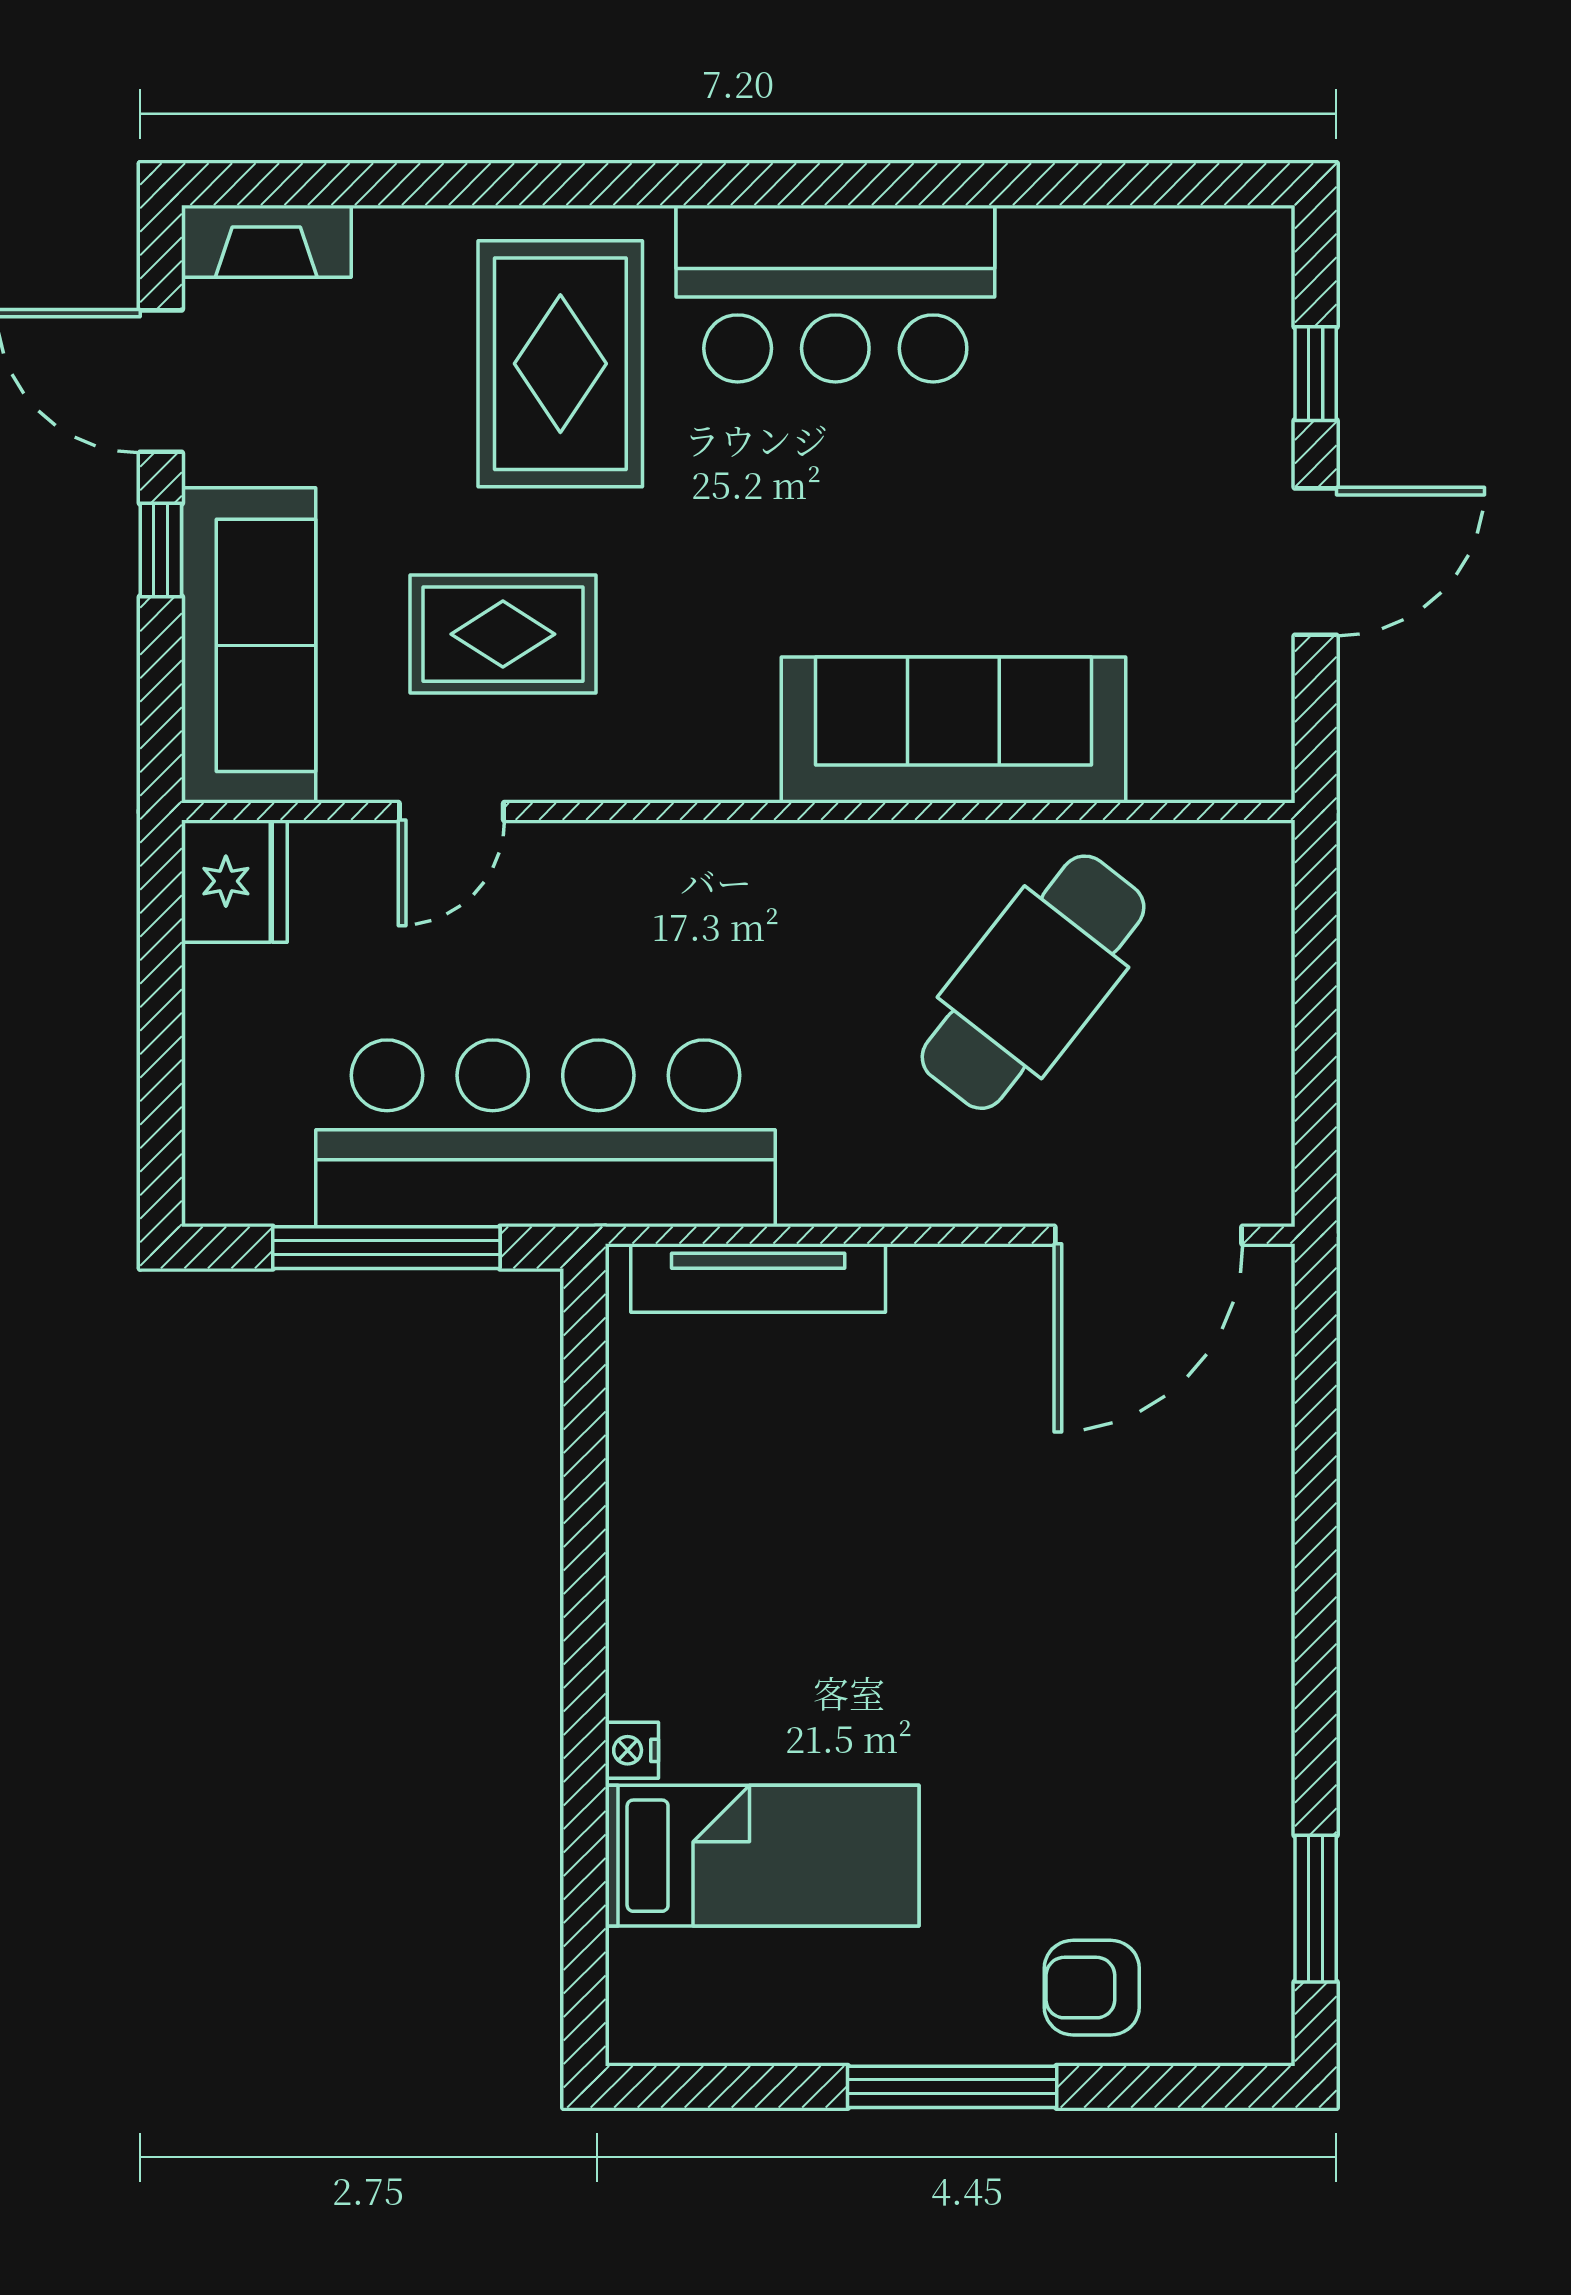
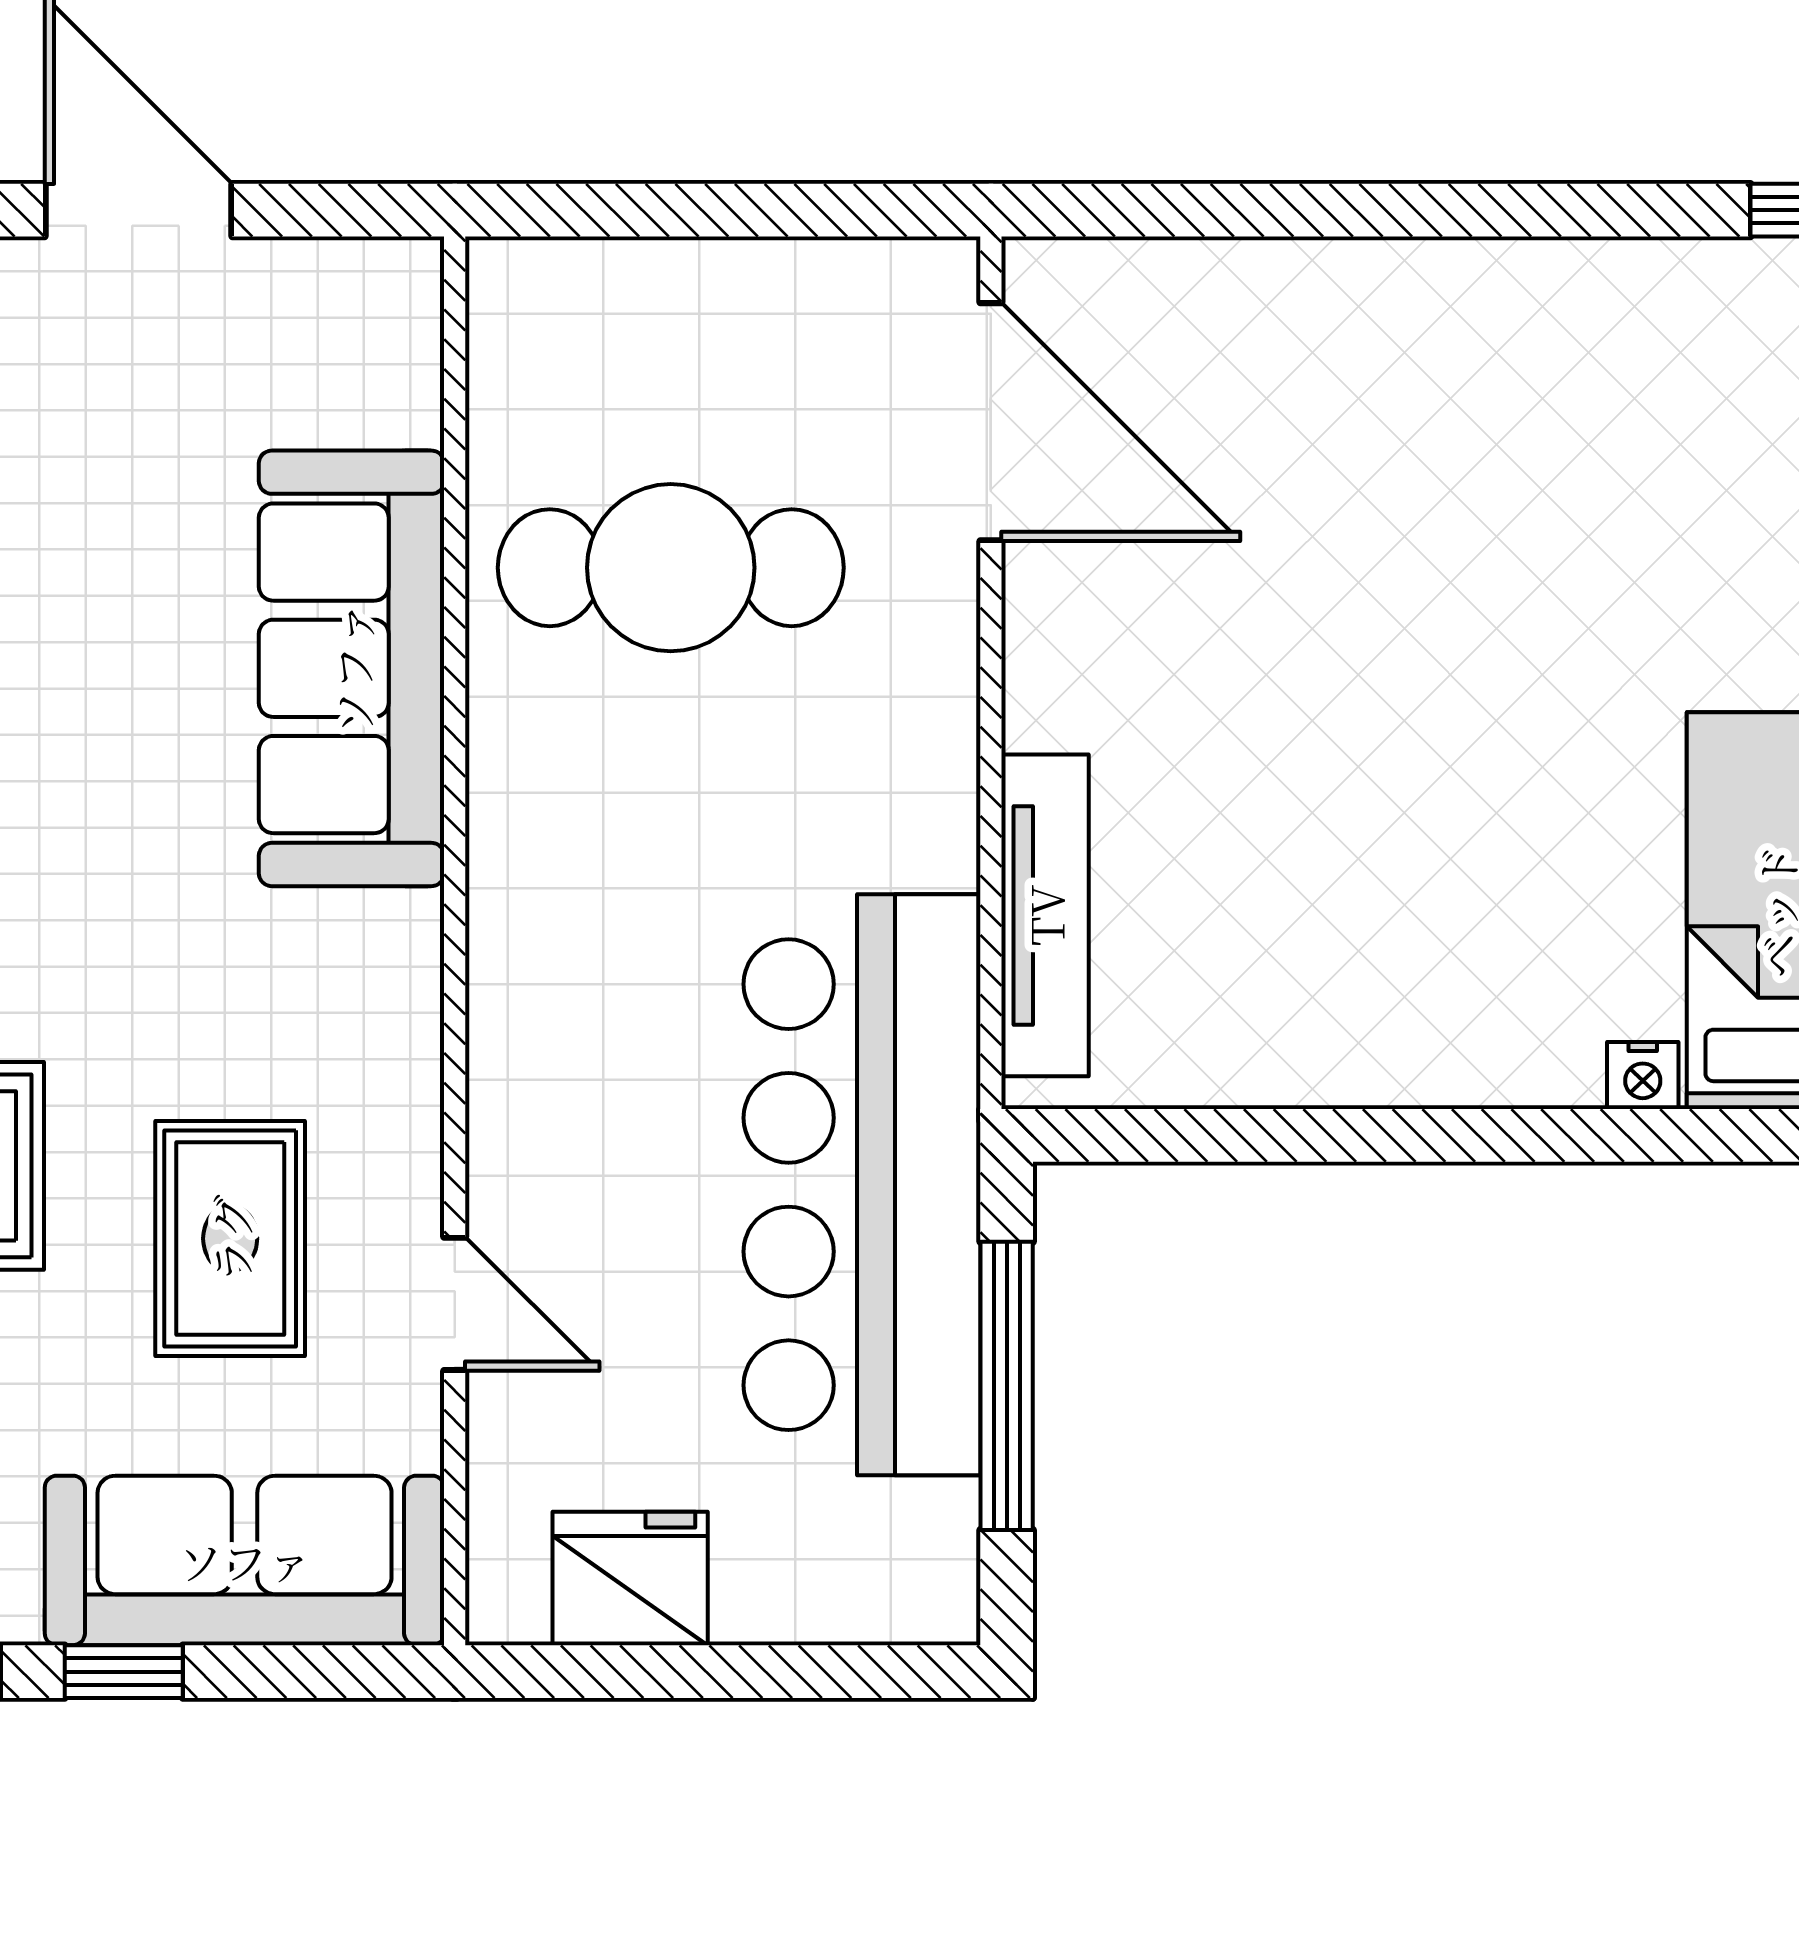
fridge: (234, 881) -> (630, 1578), moved
cafe table: (1033, 982) -> (671, 568), turned -38

